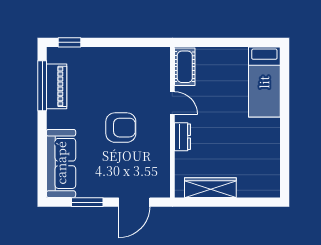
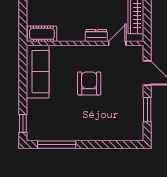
piano: (57, 86) -> (57, 133), removed
door: (172, 103) -> (117, 43), moved
sofa: (61, 163) -> (38, 72), moved, turned 90

